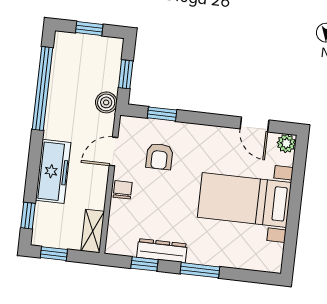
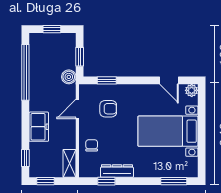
armchair: (159, 156) -> (108, 109), turned -90
freezer: (53, 171) -> (39, 127), width x0.71
chair: (123, 190) -> (92, 145), moved
window: (200, 270) -> (174, 181), moved

